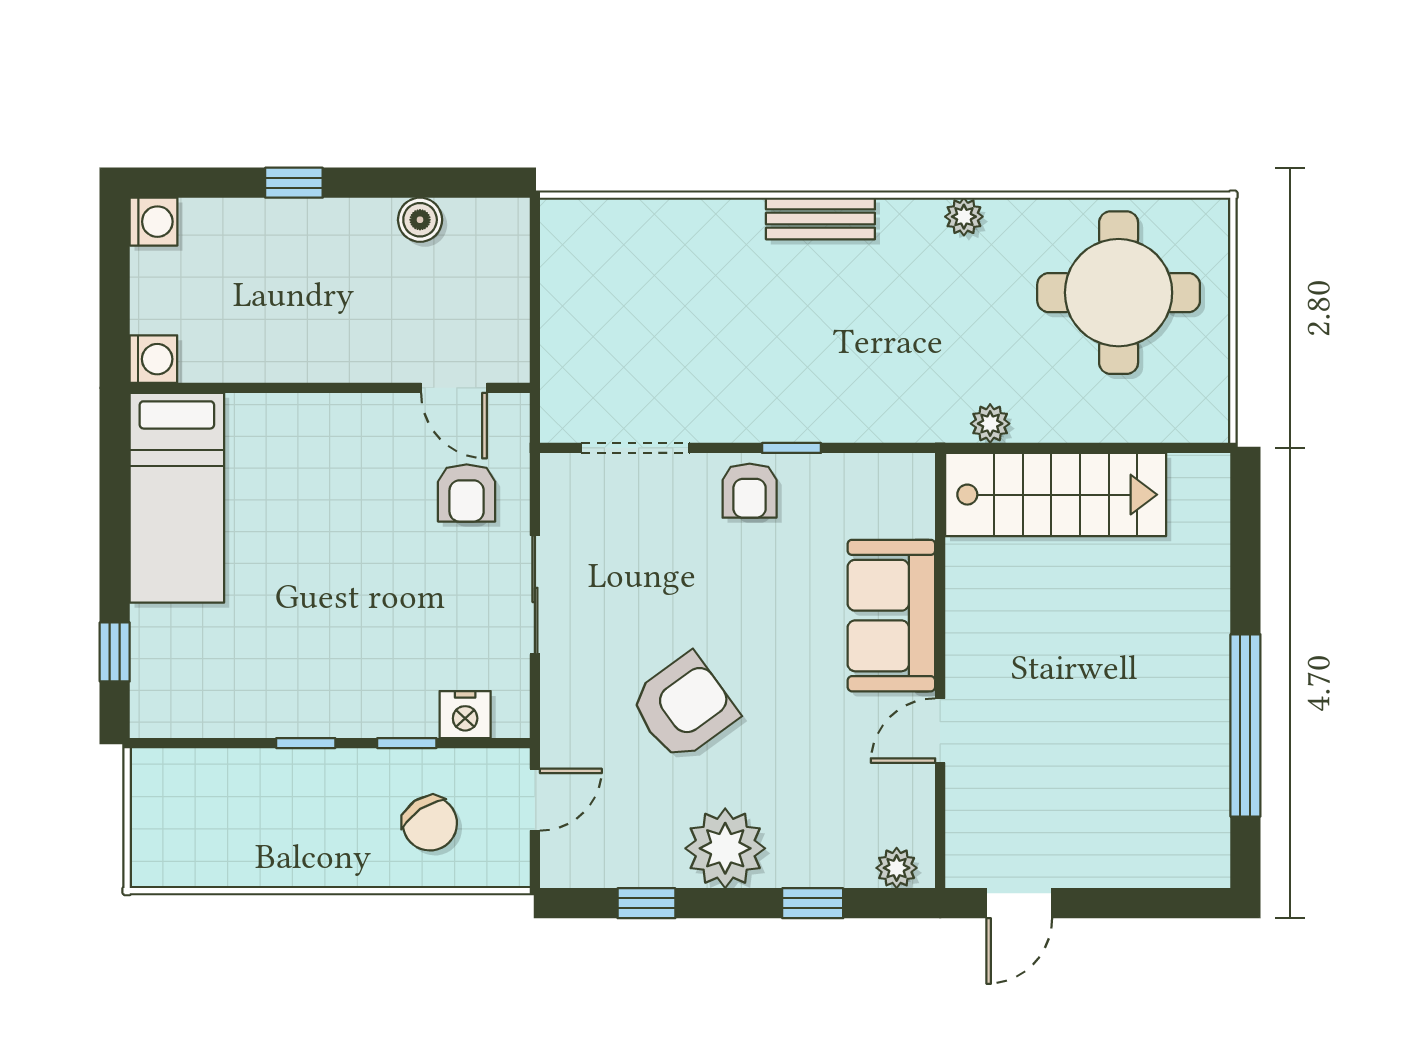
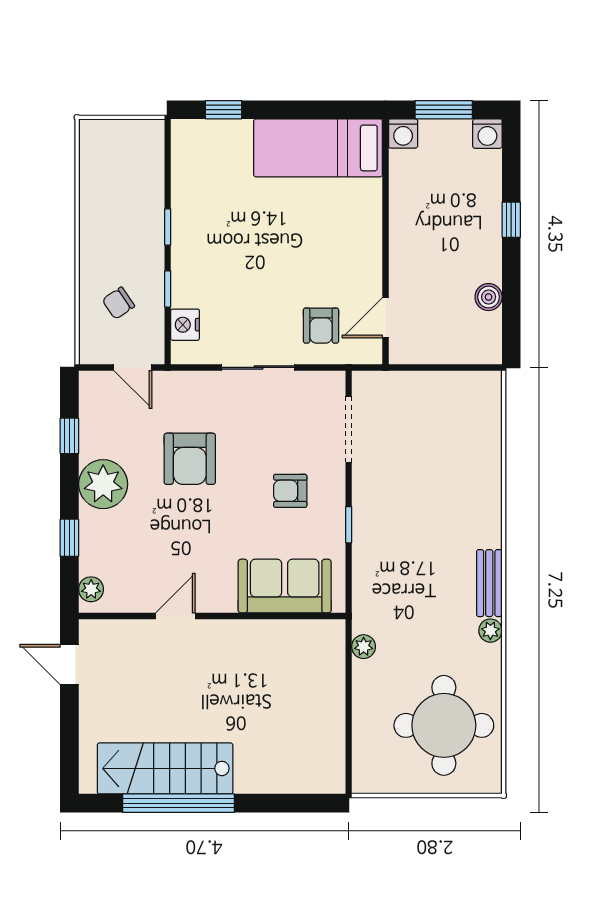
bench: (820, 219) -> (489, 583), moved
window: (115, 293) -> (444, 110), added
armchair: (750, 491) -> (290, 491), moved
armchair: (467, 493) -> (321, 326), turned -90
stairs: (1056, 495) -> (165, 768), moved, turned 90
sofa: (891, 616) -> (285, 586), moved
armchair: (684, 707) -> (190, 459), turned 36
door: (940, 731) -> (175, 616), hinge flipped
chair: (430, 823) -> (118, 303), width x0.73, depth x0.73

